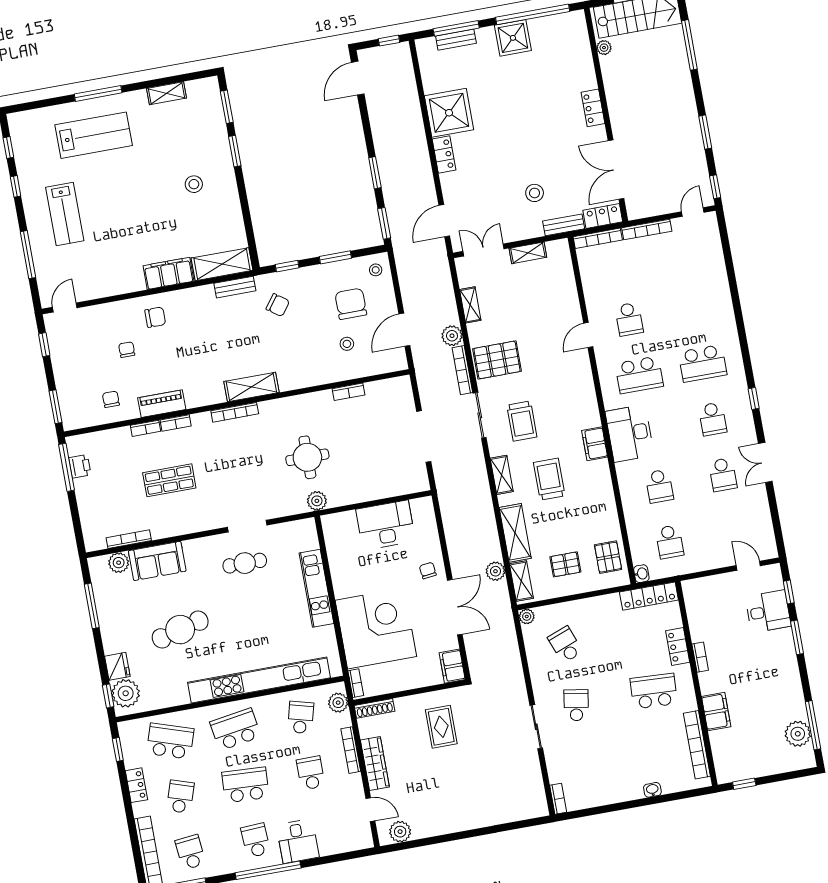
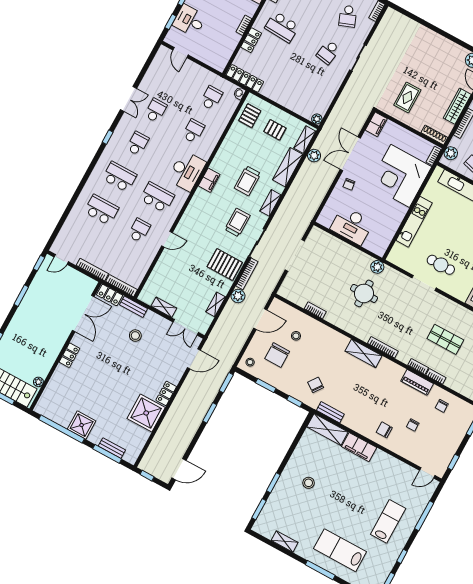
school desk: (692, 308) -> (101, 210), added
school desk: (565, 645) -> (348, 16), moved

